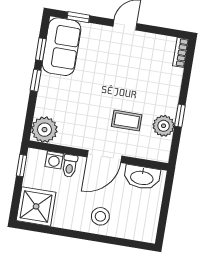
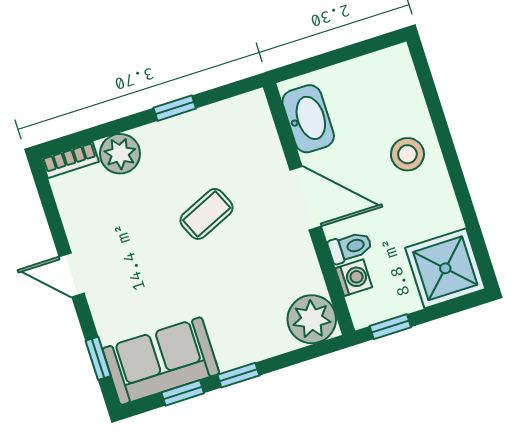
coffee table: (127, 121) -> (207, 214), moved, turned 66
plant: (164, 126) -> (120, 154), moved

